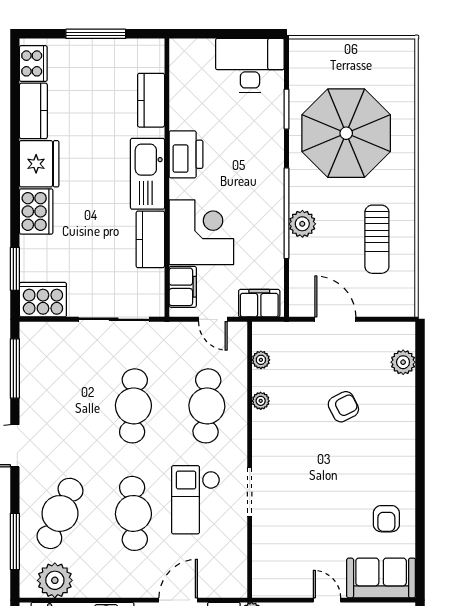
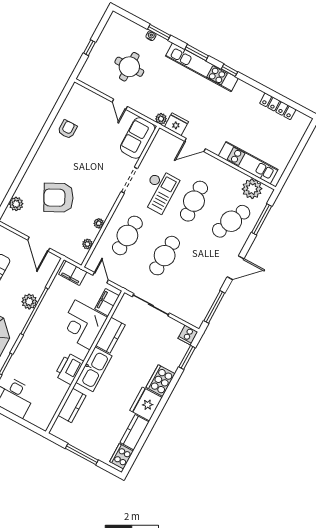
cooker: (43, 300) -> (188, 335), width x0.53, depth x0.76
armchair: (343, 407) -> (58, 198), width x1.88, depth x1.88
sofa: (381, 578) -> (138, 138), moved, turned 90

